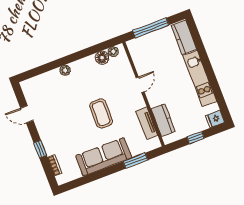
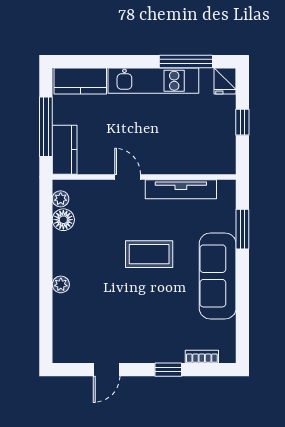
window: (218, 93) -> (186, 62), added
kitchen counter: (163, 120) -> (65, 150), moved, turned 90
tv unit: (147, 123) -> (181, 189), width x1.41

